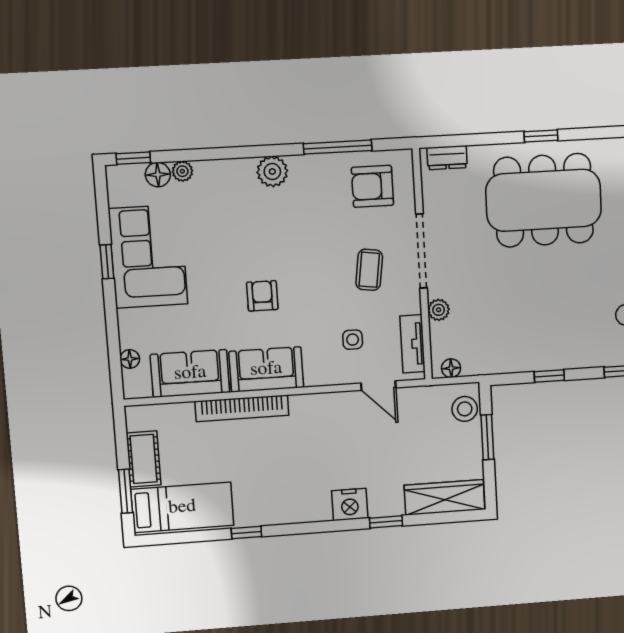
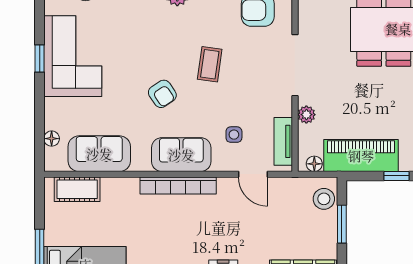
coffee table: (369, 270) -> (210, 64), moved
armchair: (262, 296) -> (162, 94), turned 146
piano: (506, 355) -> (361, 156), added
sofa: (266, 369) -> (181, 155), moved
bookcase: (242, 408) -> (178, 185), moved
cot: (143, 459) -> (77, 189), moved, turned 90

